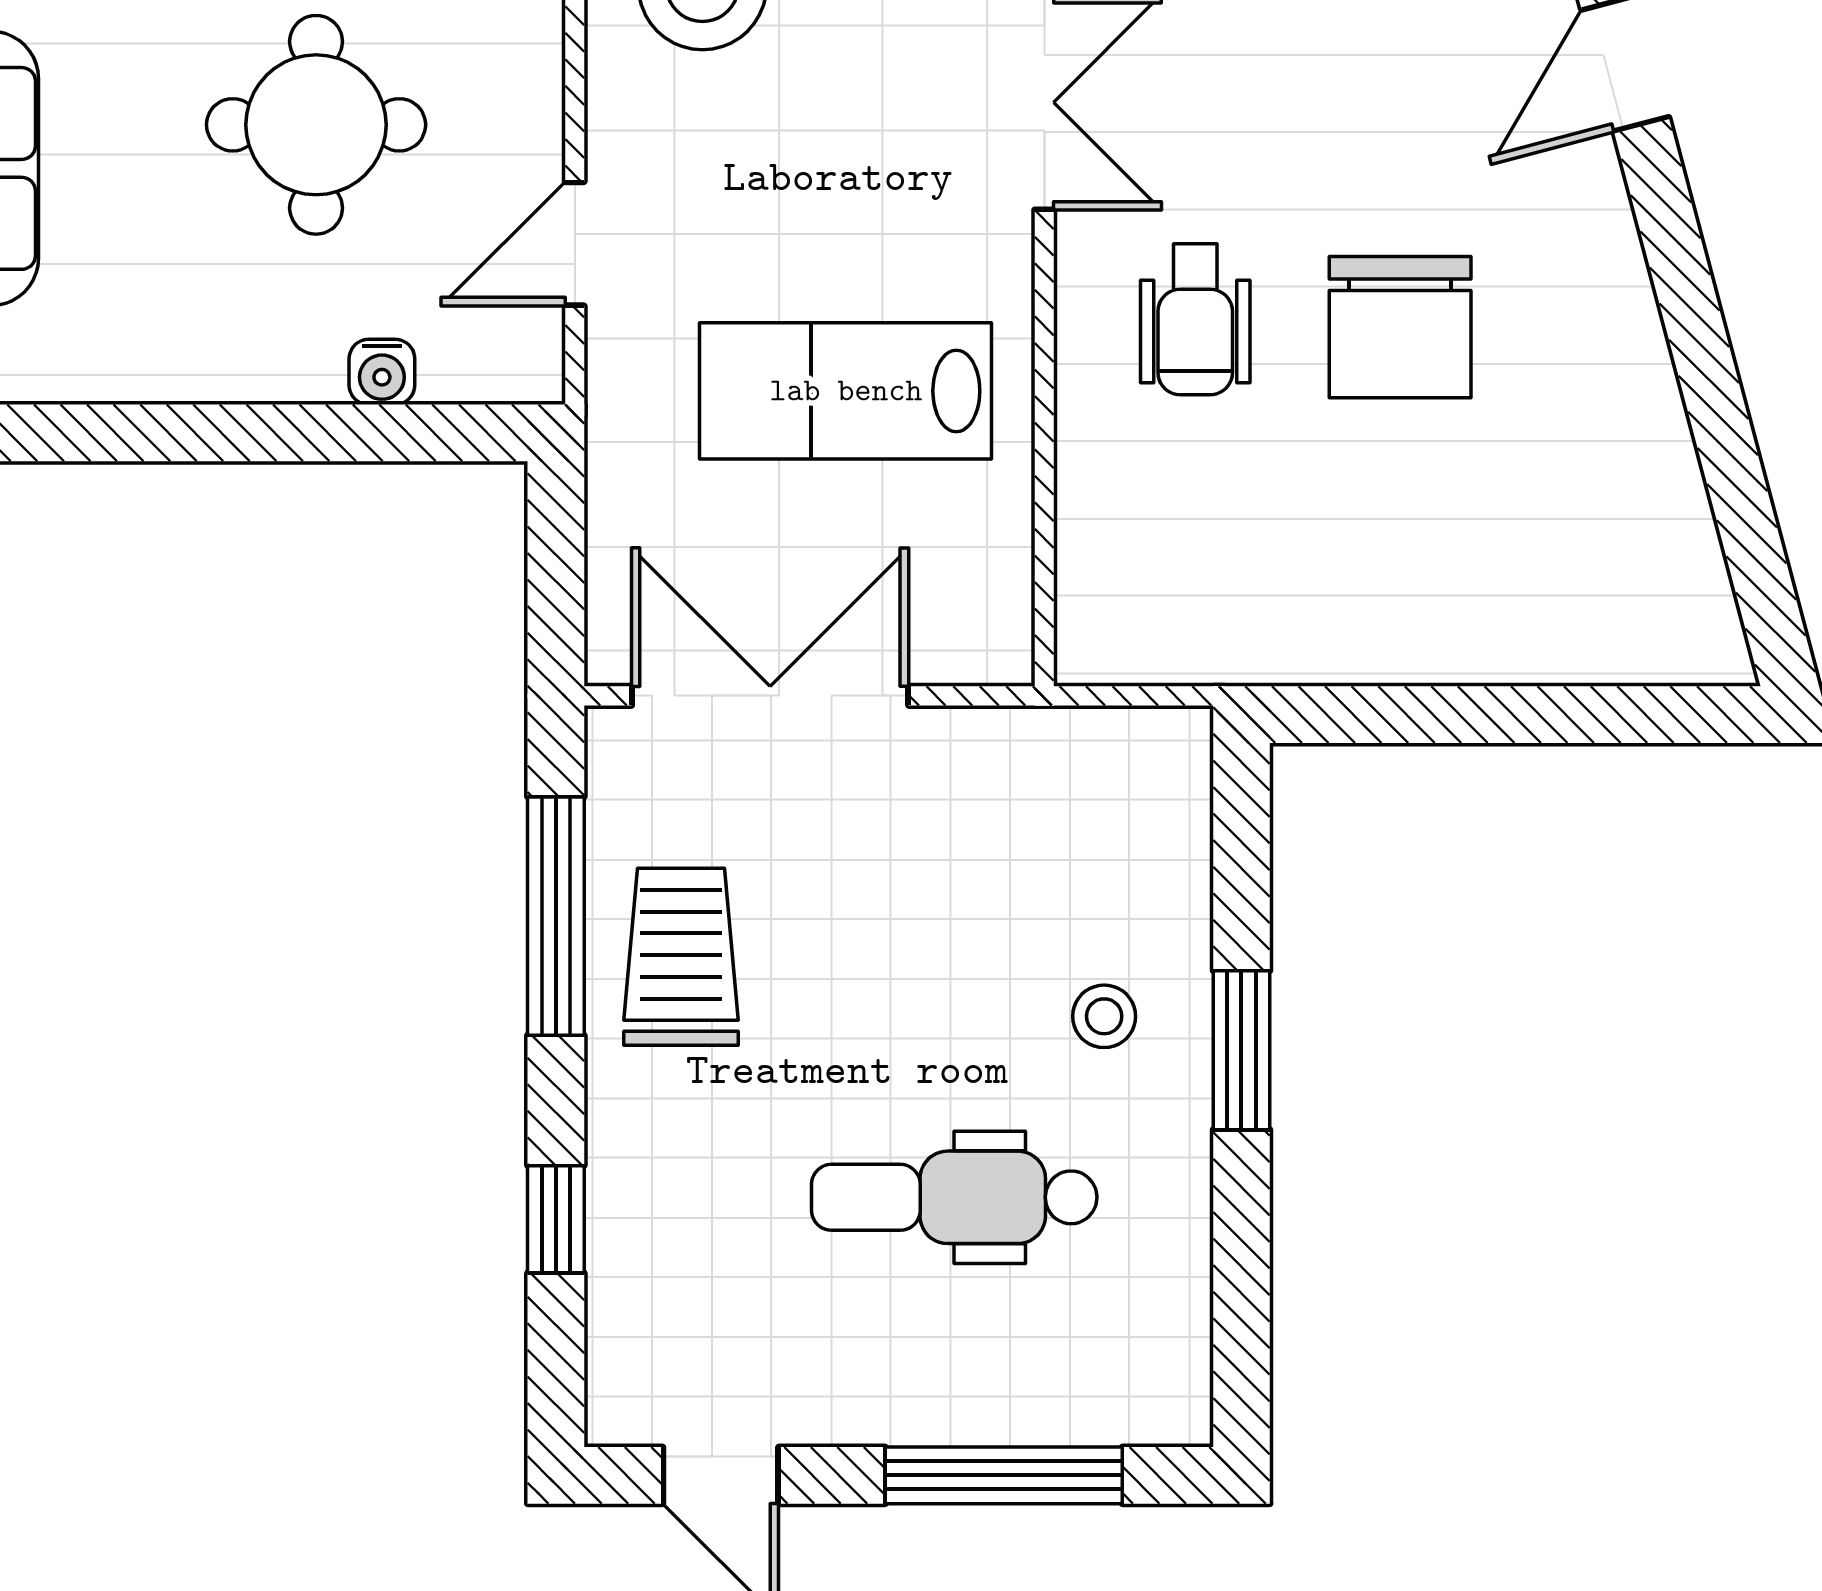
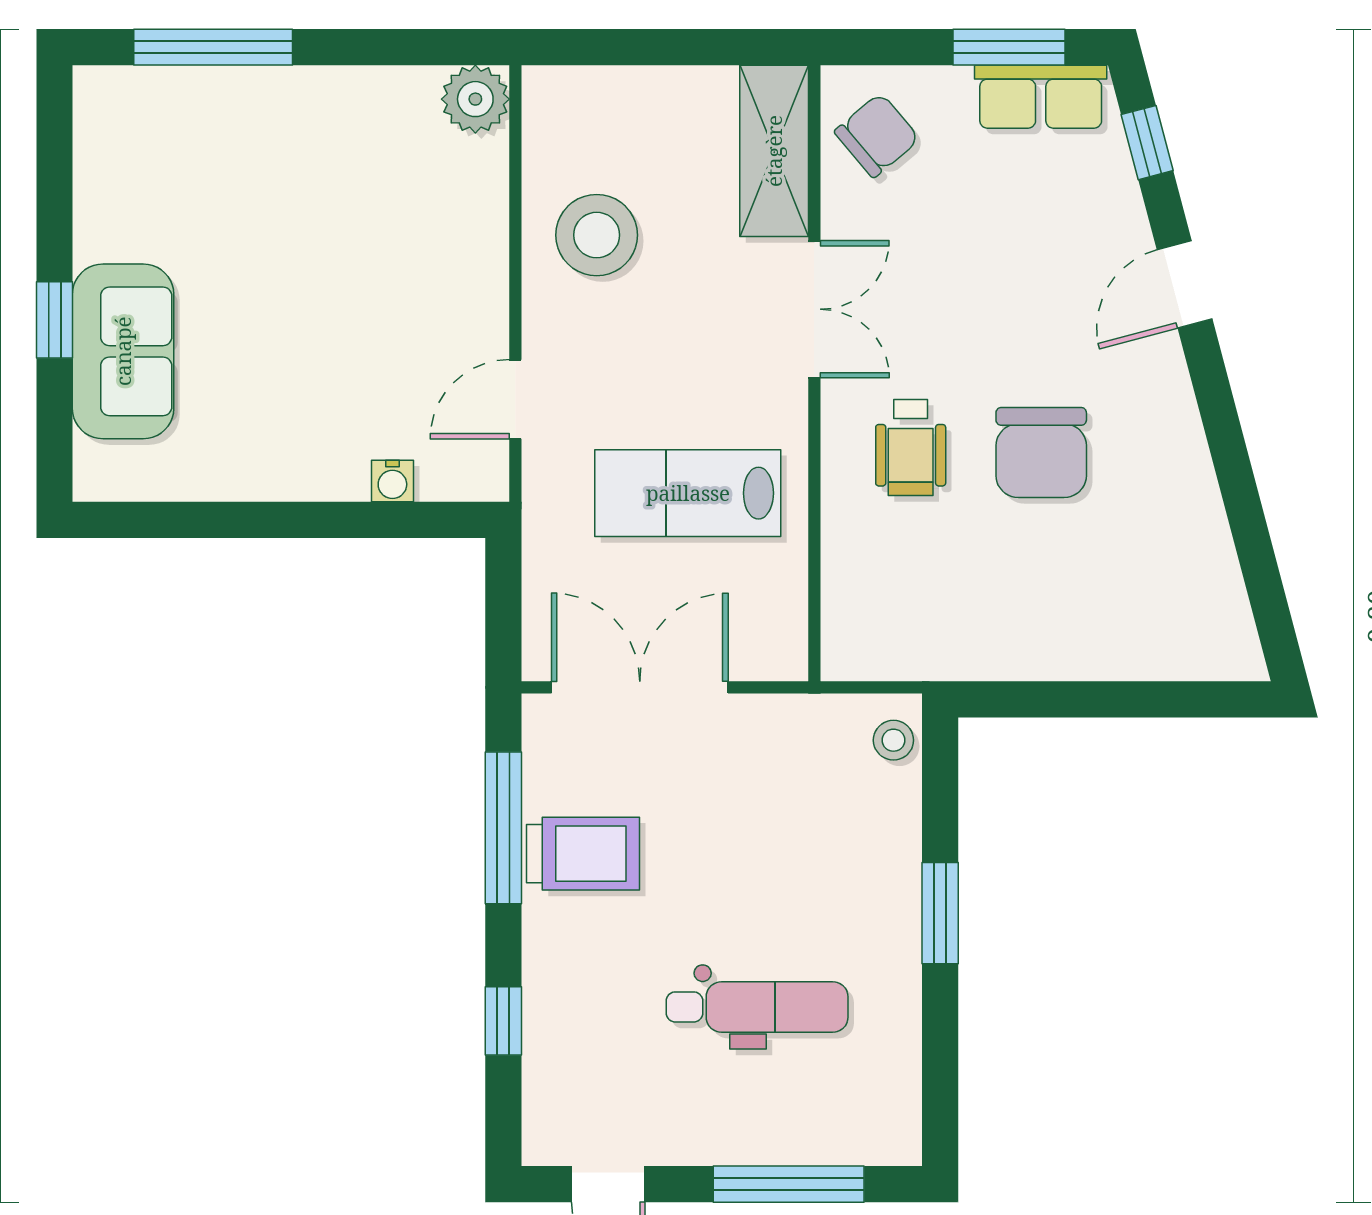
round table: (316, 125) -> (350, 324), removed
trolley: (681, 957) -> (583, 854), turned 90
stool: (1104, 1016) -> (893, 740), moved
dental chair: (954, 1197) -> (757, 1007), turned 180

